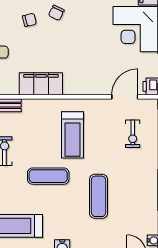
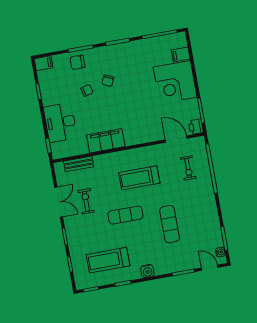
door: (125, 97) -> (176, 139), hinge flipped
treadmill: (73, 135) -> (139, 178), turned 90

